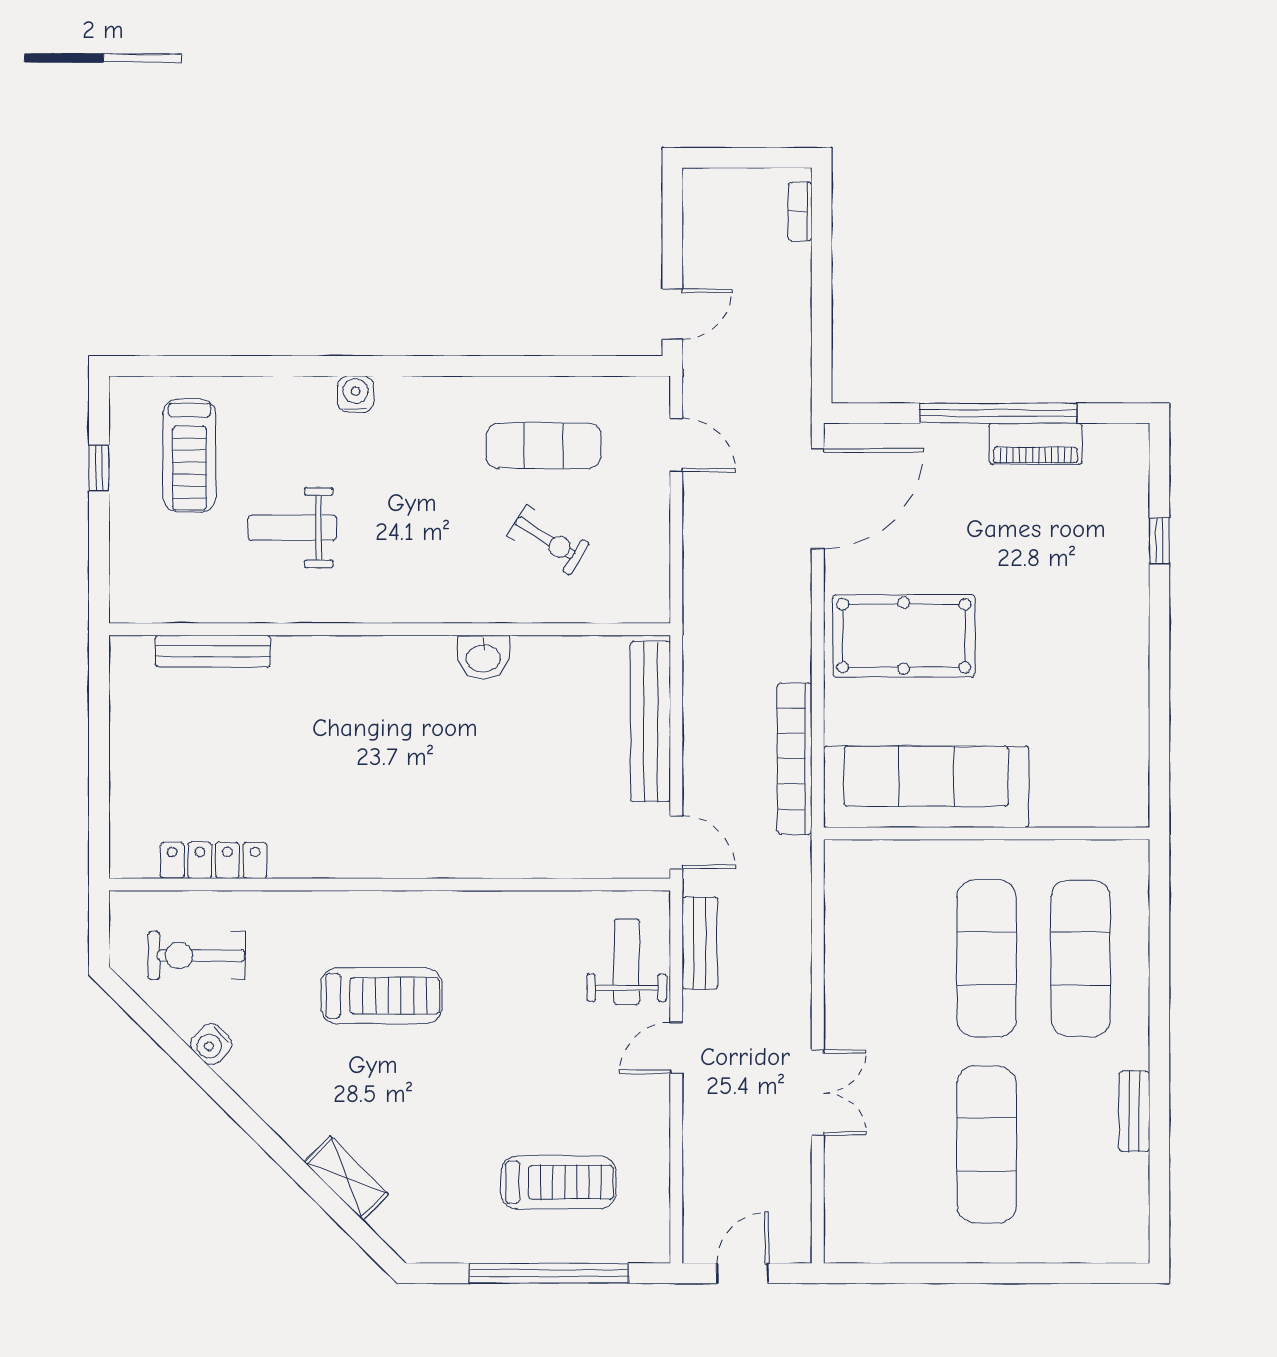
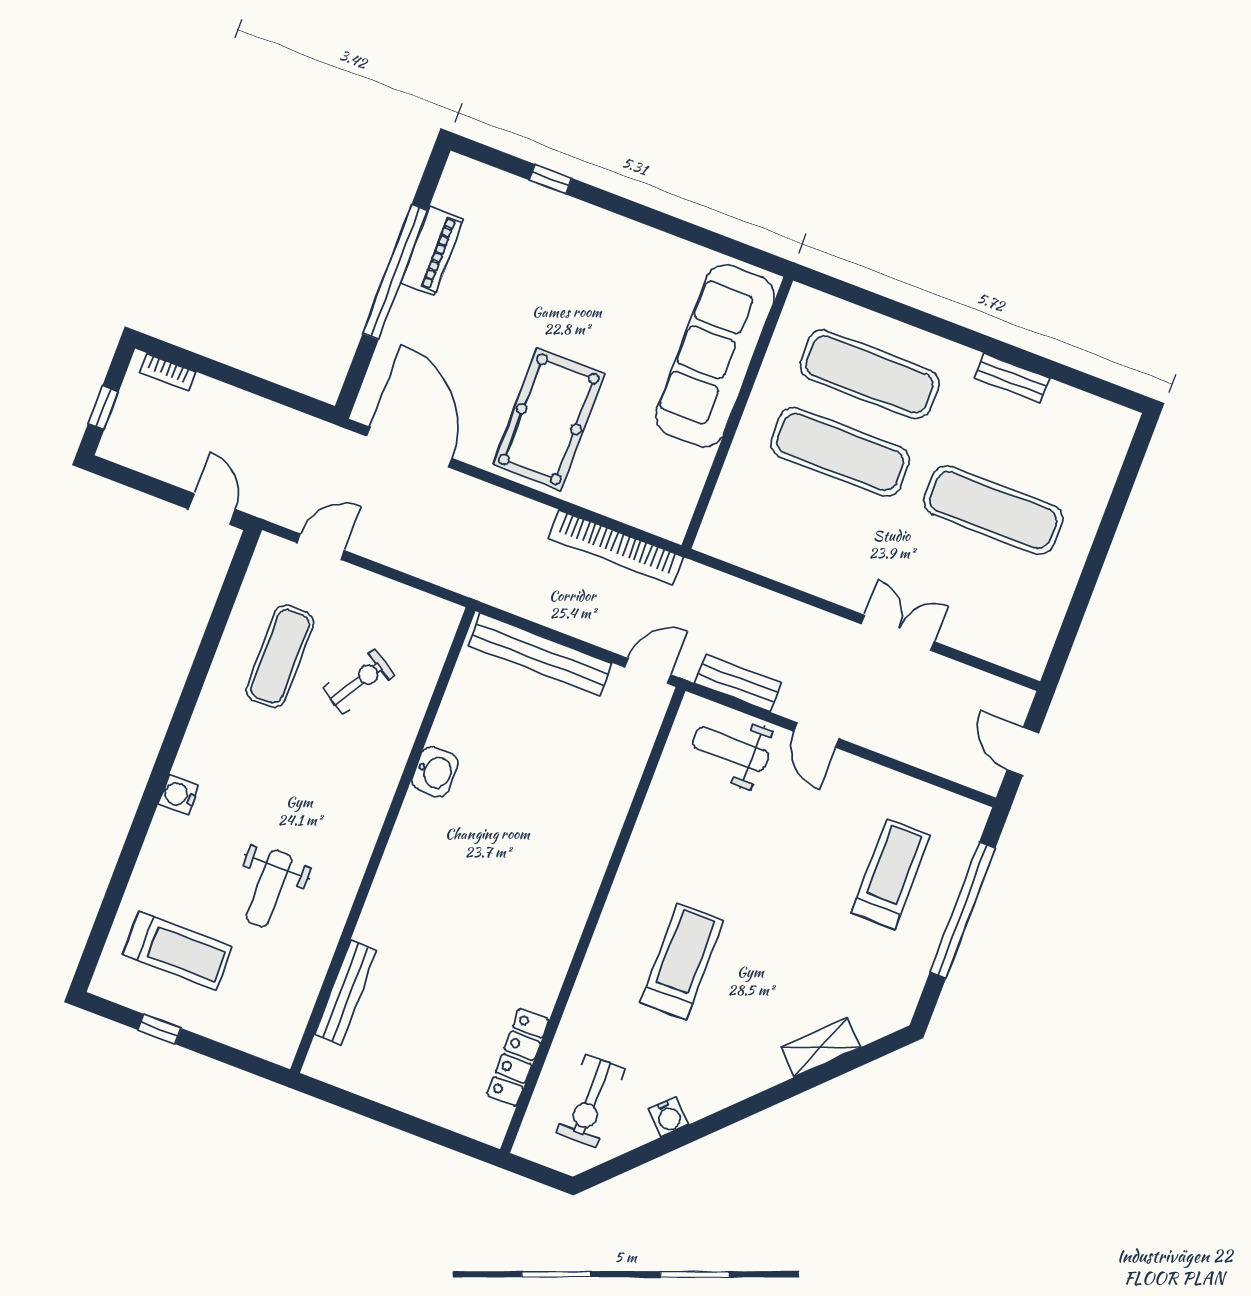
window: (736, 158) -> (103, 408), added
sofa: (926, 787) -> (715, 356), moved

